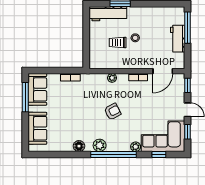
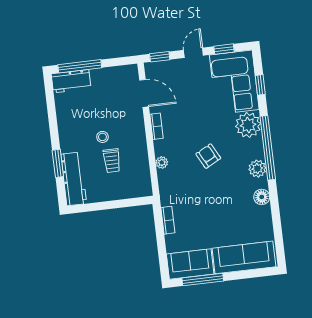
workbench: (178, 39) -> (71, 81), moved
sofa: (37, 128) -> (244, 257), width x1.36
plant: (136, 147) -> (248, 125), width x1.88, depth x1.88

